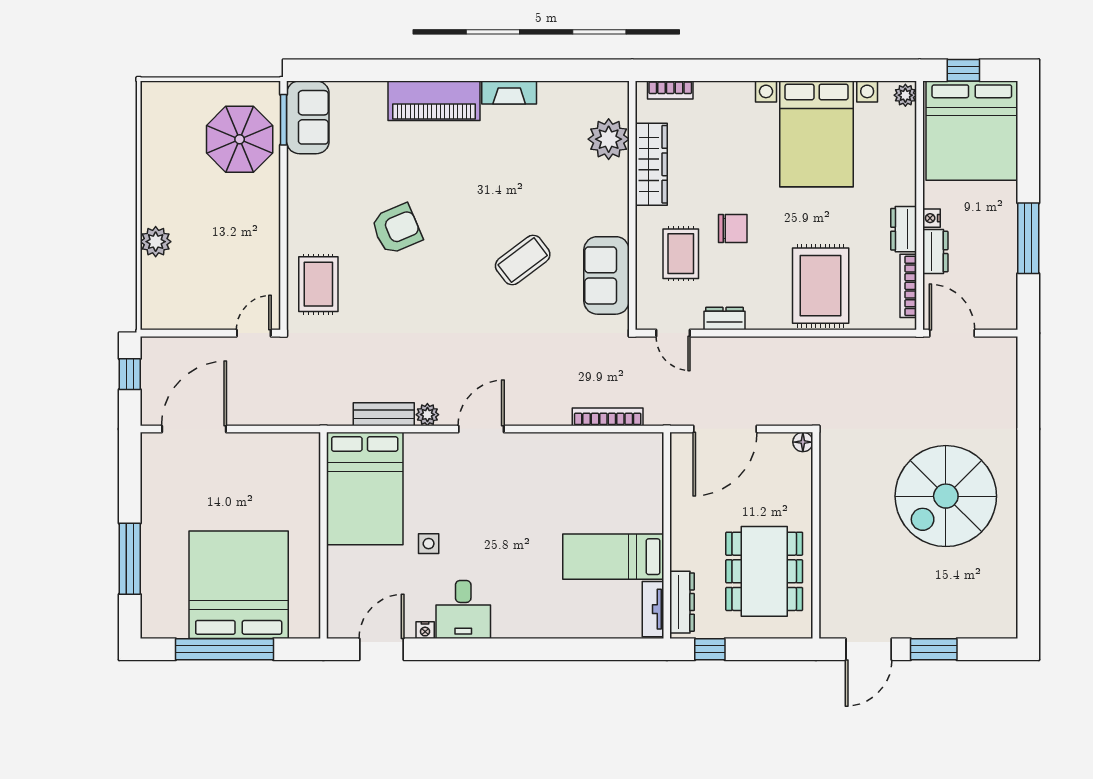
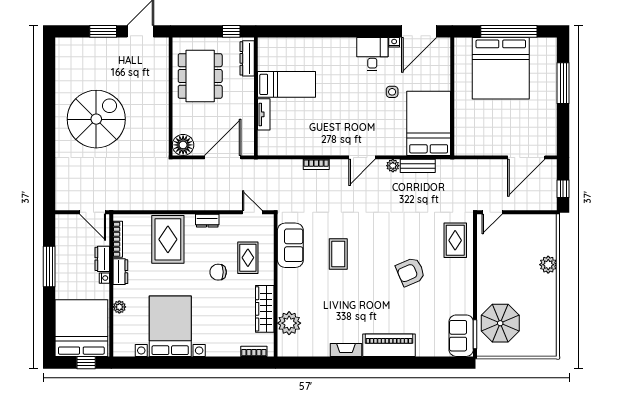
plant: (905, 95) -> (119, 307), moved
coffee table: (523, 260) -> (338, 254), turned -53
dresser: (724, 319) -> (207, 221), moved
bookcase: (608, 417) -> (316, 164), moved, width x0.64
floor lamp: (803, 442) -> (183, 145), width x1.89, depth x1.89
tv unit: (653, 609) -> (264, 114), moved
door: (381, 649) -> (419, 31), width x1.36

